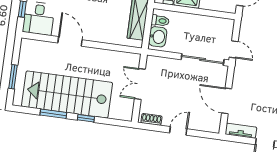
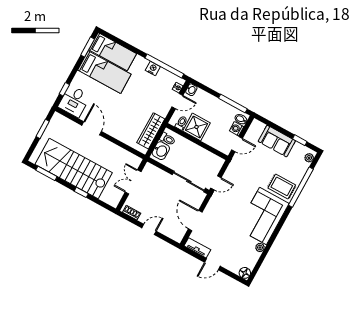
door: (234, 49) -> (216, 183), hinge flipped
window: (13, 77) -> (43, 129), moved
window: (53, 114) -> (46, 173), moved

